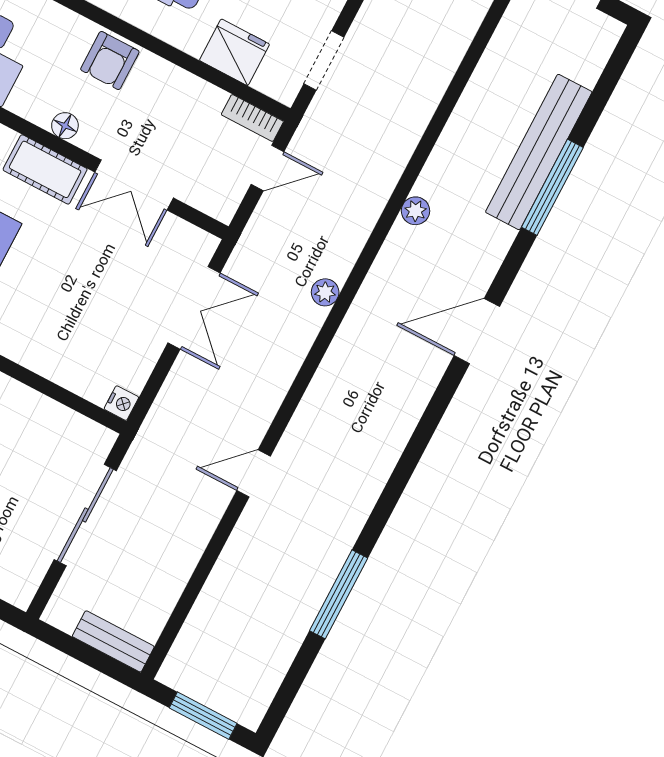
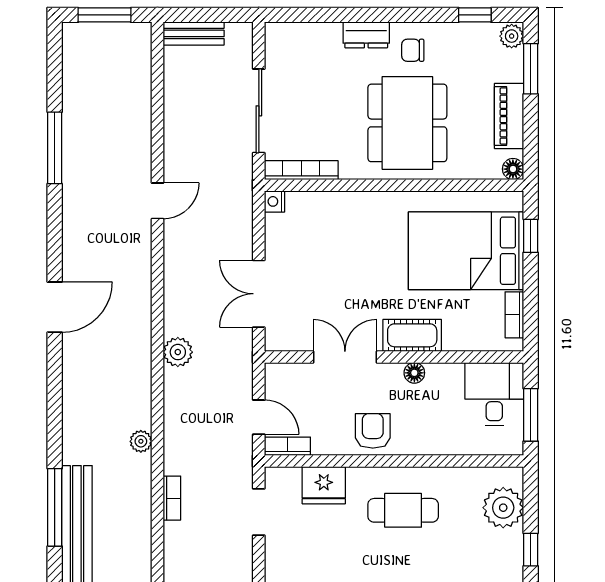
armchair: (110, 61) -> (373, 431), moved
bookcase: (414, 128) -> (172, 498), added
door: (267, 168) -> (259, 417), swing flipped
plant: (325, 292) -> (178, 352), width x1.38, depth x1.38
door: (477, 331) -> (55, 307), moved
bookcase: (72, 423) -> (301, 170), added

